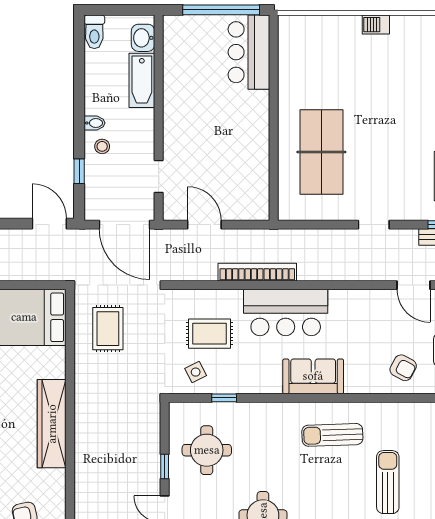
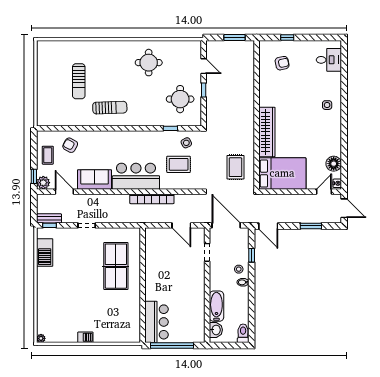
sofa: (313, 376) -> (95, 179), moved, turned 180
wardrobe: (52, 424) -> (267, 132), moved

